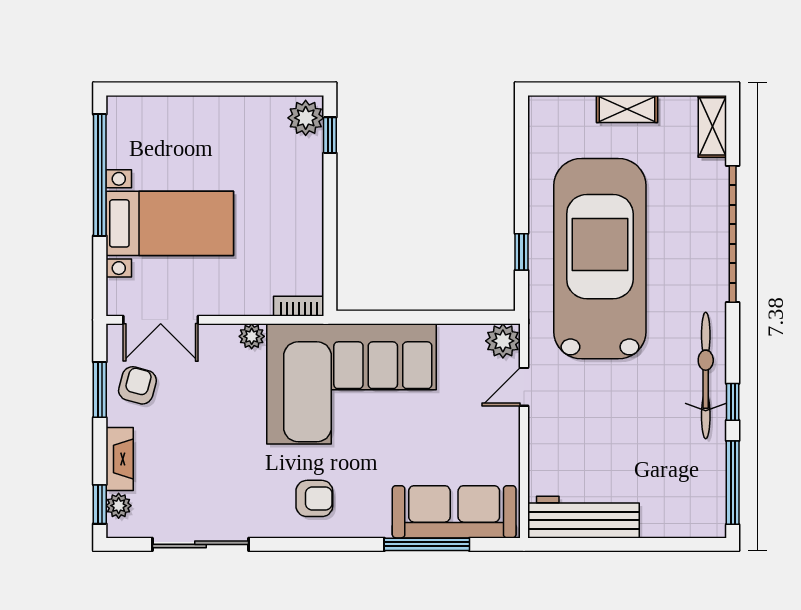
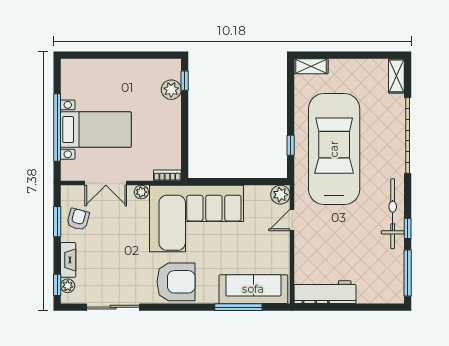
shelving: (627, 109) -> (311, 66), moved
plant: (306, 118) -> (171, 90), moved
window: (100, 175) -> (57, 128), moved
double door: (161, 320) -> (106, 183), moved
armchair: (314, 498) -> (176, 282), width x1.88, depth x1.88

